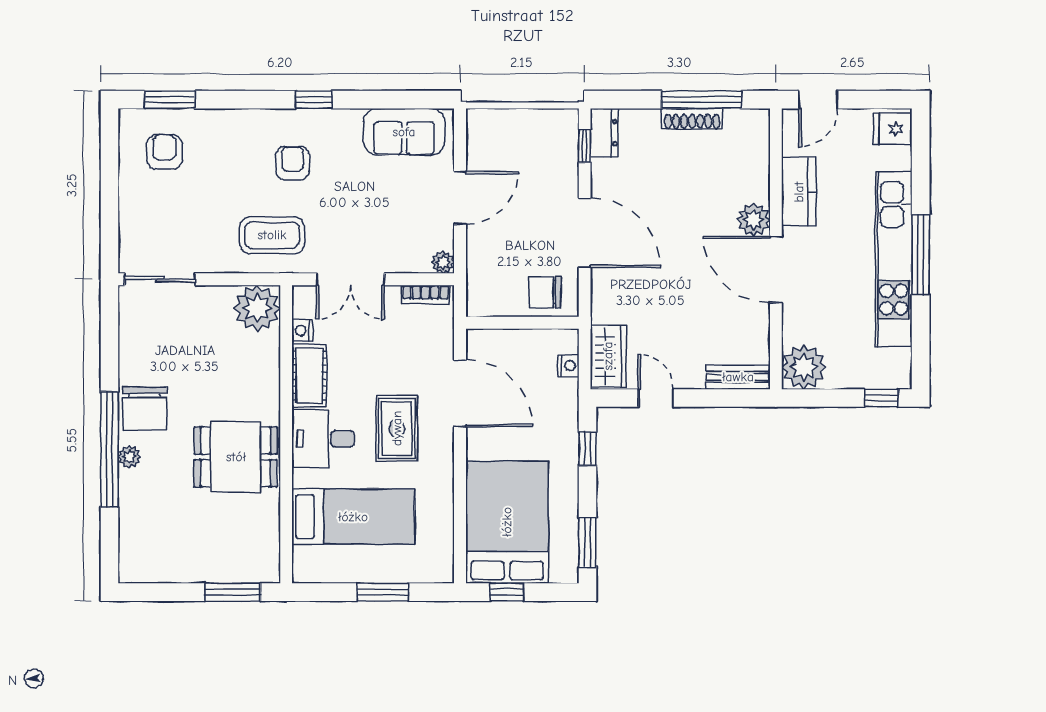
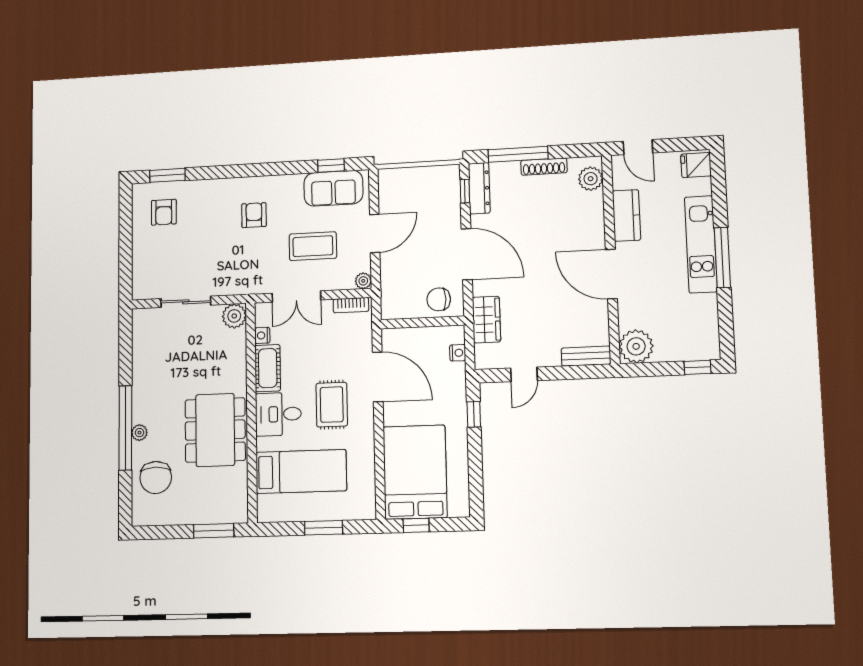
window: (314, 100) -> (331, 165), moved
window: (701, 100) -> (518, 154), moved
door: (818, 100) -> (638, 147), hinge flipped
dresser: (604, 133) -> (479, 188), width x1.44
armchair: (164, 152) -> (164, 212), turned 180
plant: (754, 220) -> (591, 179), moved
coffee table: (272, 235) -> (313, 246), moved
kitchen unit: (894, 259) -> (701, 244), width x0.73
sliding door: (160, 279) -> (186, 302), moved
plant: (257, 308) -> (234, 316), width x0.73, depth x0.73
wardrobe: (608, 356) -> (486, 320), moved
door: (656, 398) -> (524, 374), swing flipped
chair: (145, 408) -> (156, 477), moved
dining table: (236, 457) -> (215, 430), width x1.38
window: (587, 543) -> (476, 486), removed

